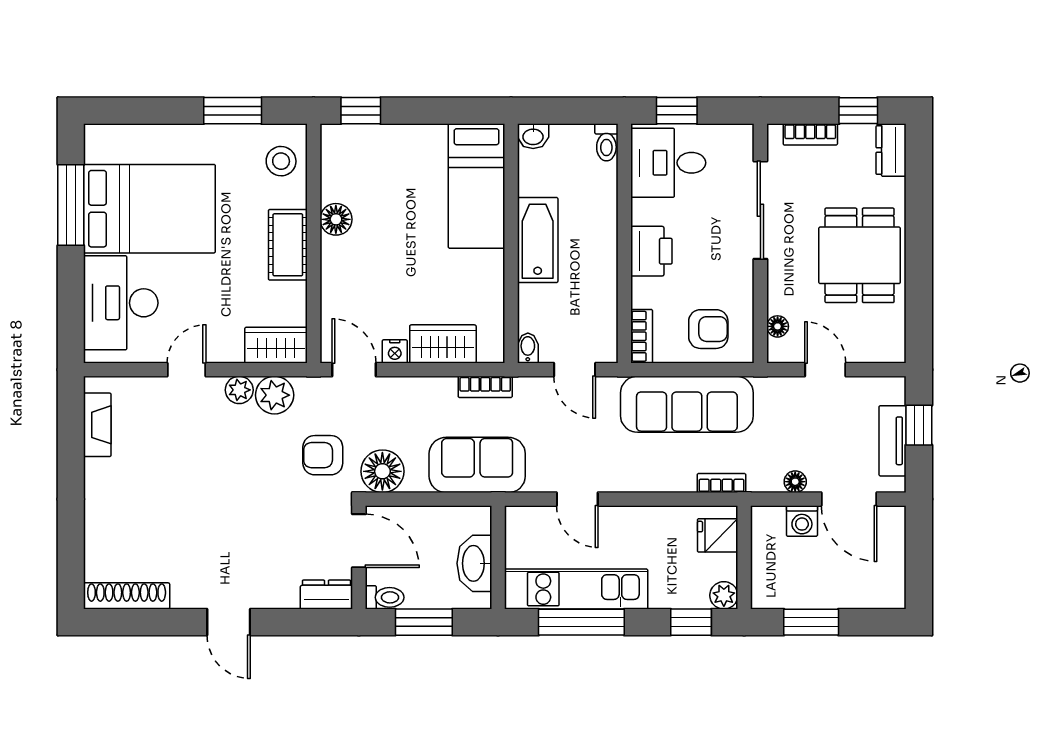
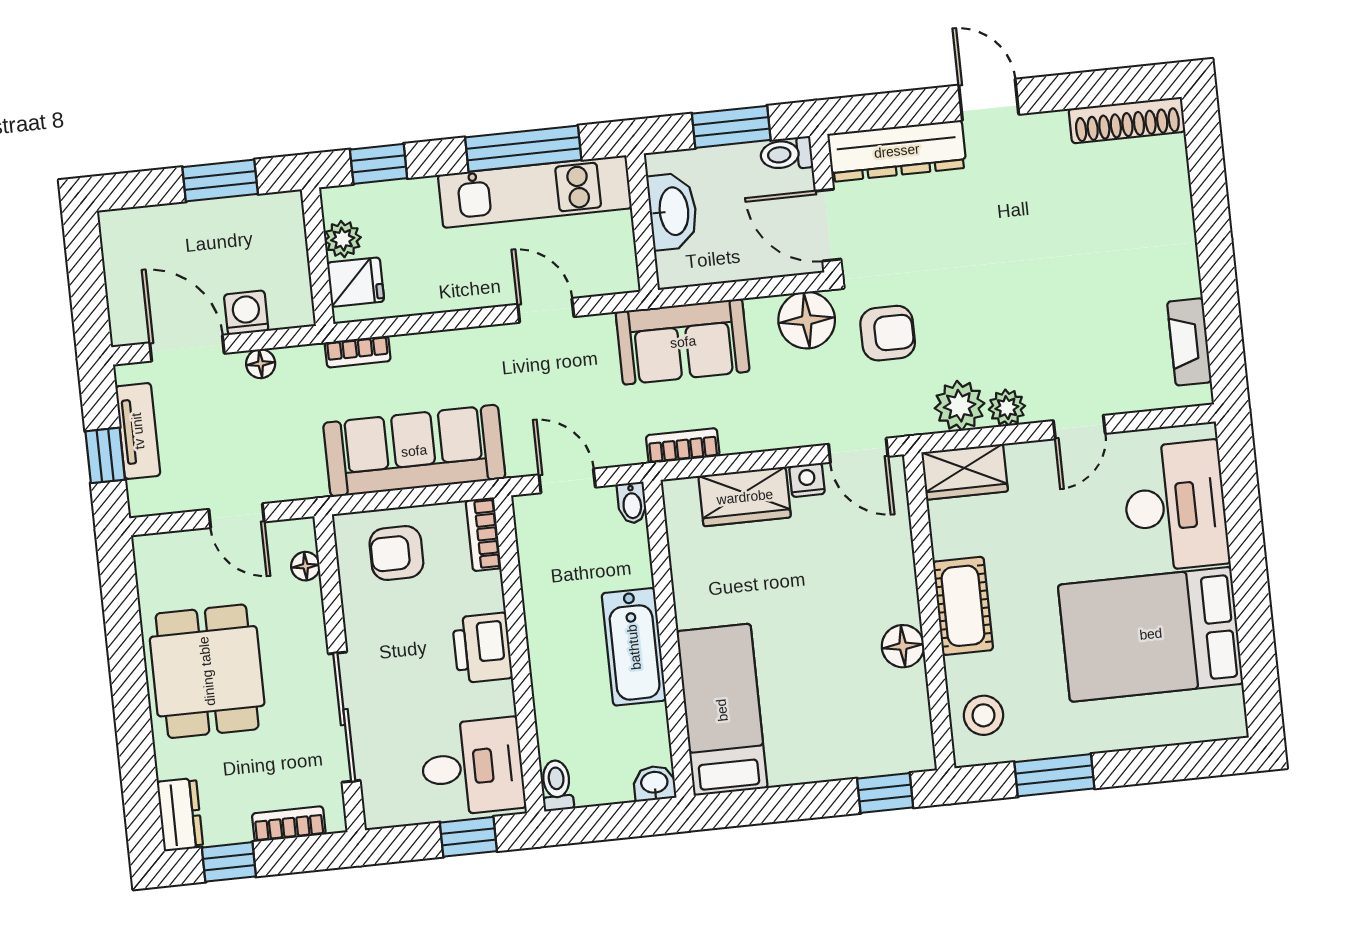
window: (71, 205) -> (1255, 628), removed
dresser: (326, 595) -> (897, 151), width x1.96, depth x1.24
plant: (724, 595) -> (343, 239), moved

